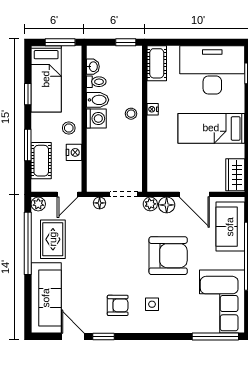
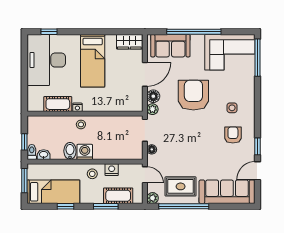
window: (126, 42) -> (24, 142), moved
cot: (157, 63) -> (58, 104), moved
toilet: (96, 82) -> (32, 152), moved

